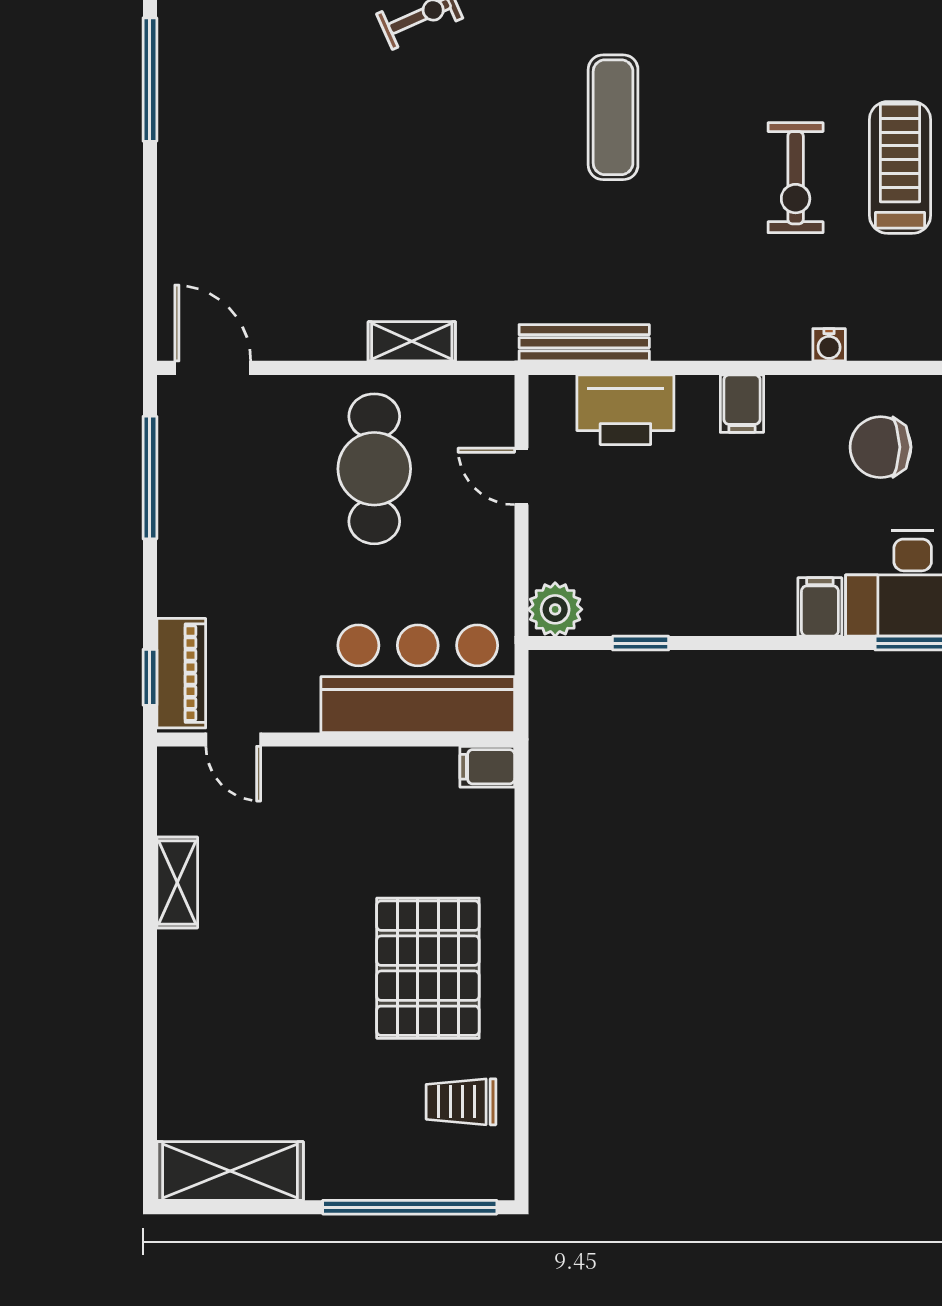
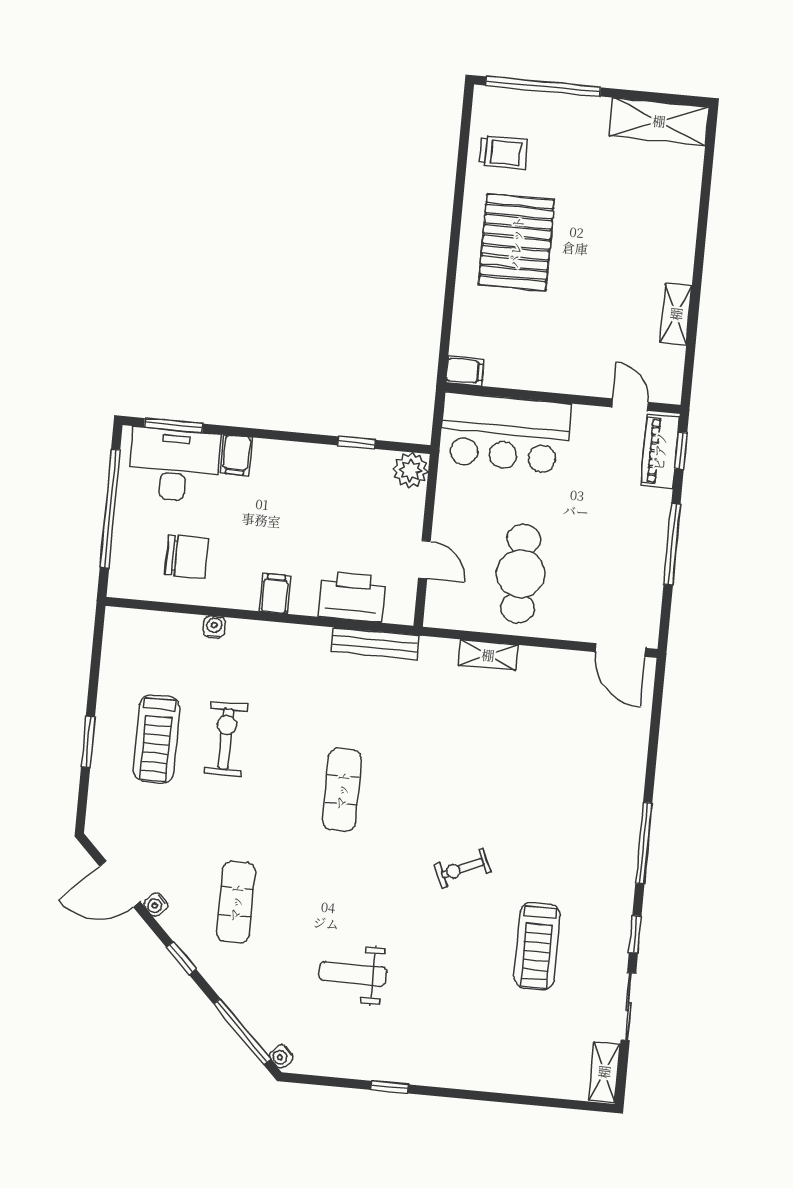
window: (150, 478) -> (672, 544), moved

